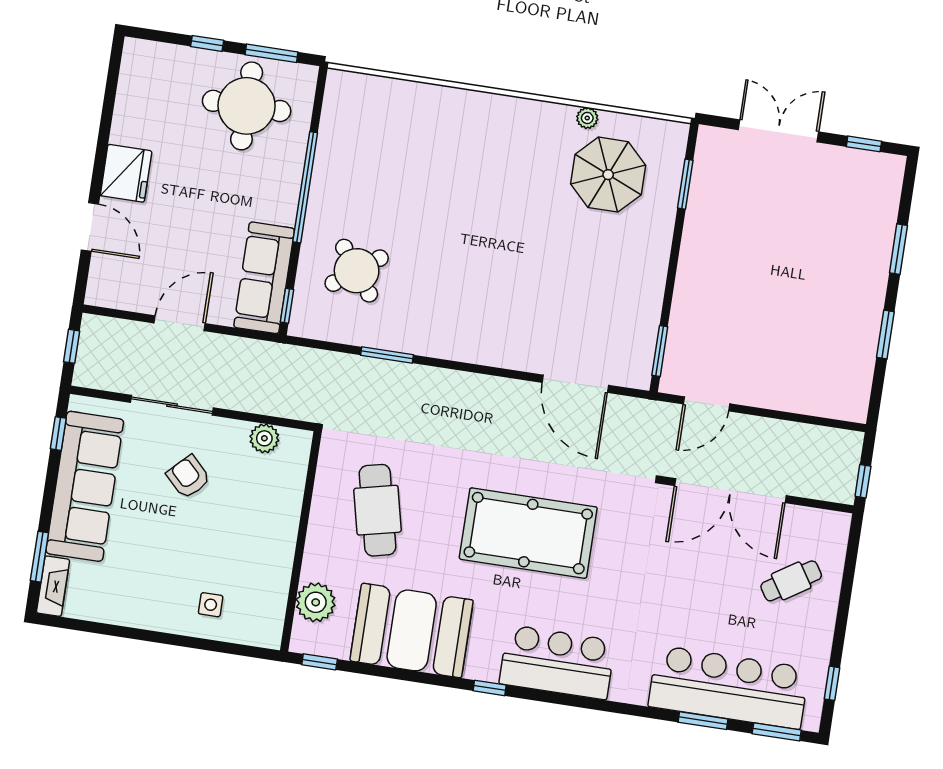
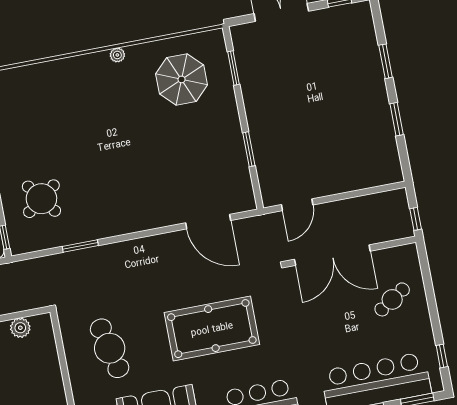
plant: (587, 118) -> (117, 55), moved
window: (660, 351) -> (249, 149), moved

